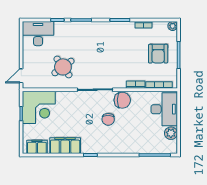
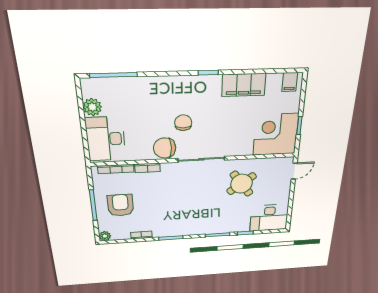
filing cabinet: (37, 147) -> (290, 82), width x0.50

